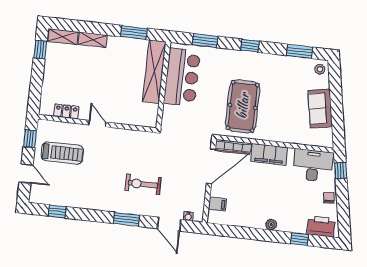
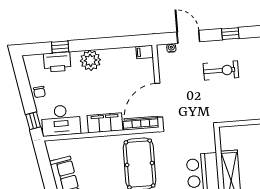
filing cabinet: (217, 204) -> (145, 52), moved
window: (126, 219) -> (230, 34), width x0.67
plant: (271, 225) -> (90, 60), width x1.87, depth x1.87
printer: (321, 226) -> (57, 62), moved

